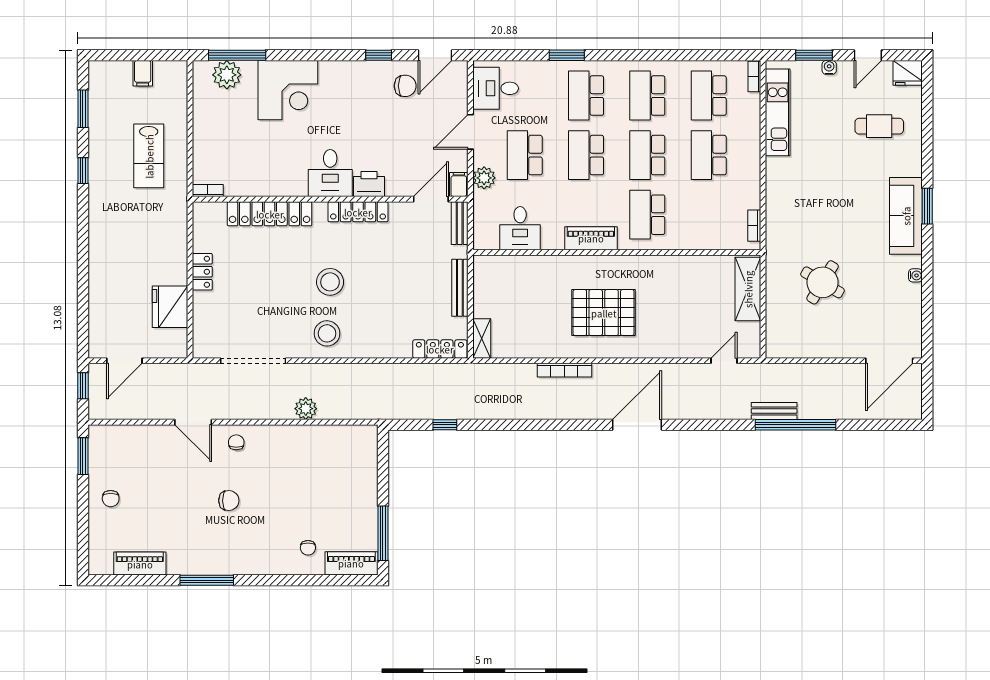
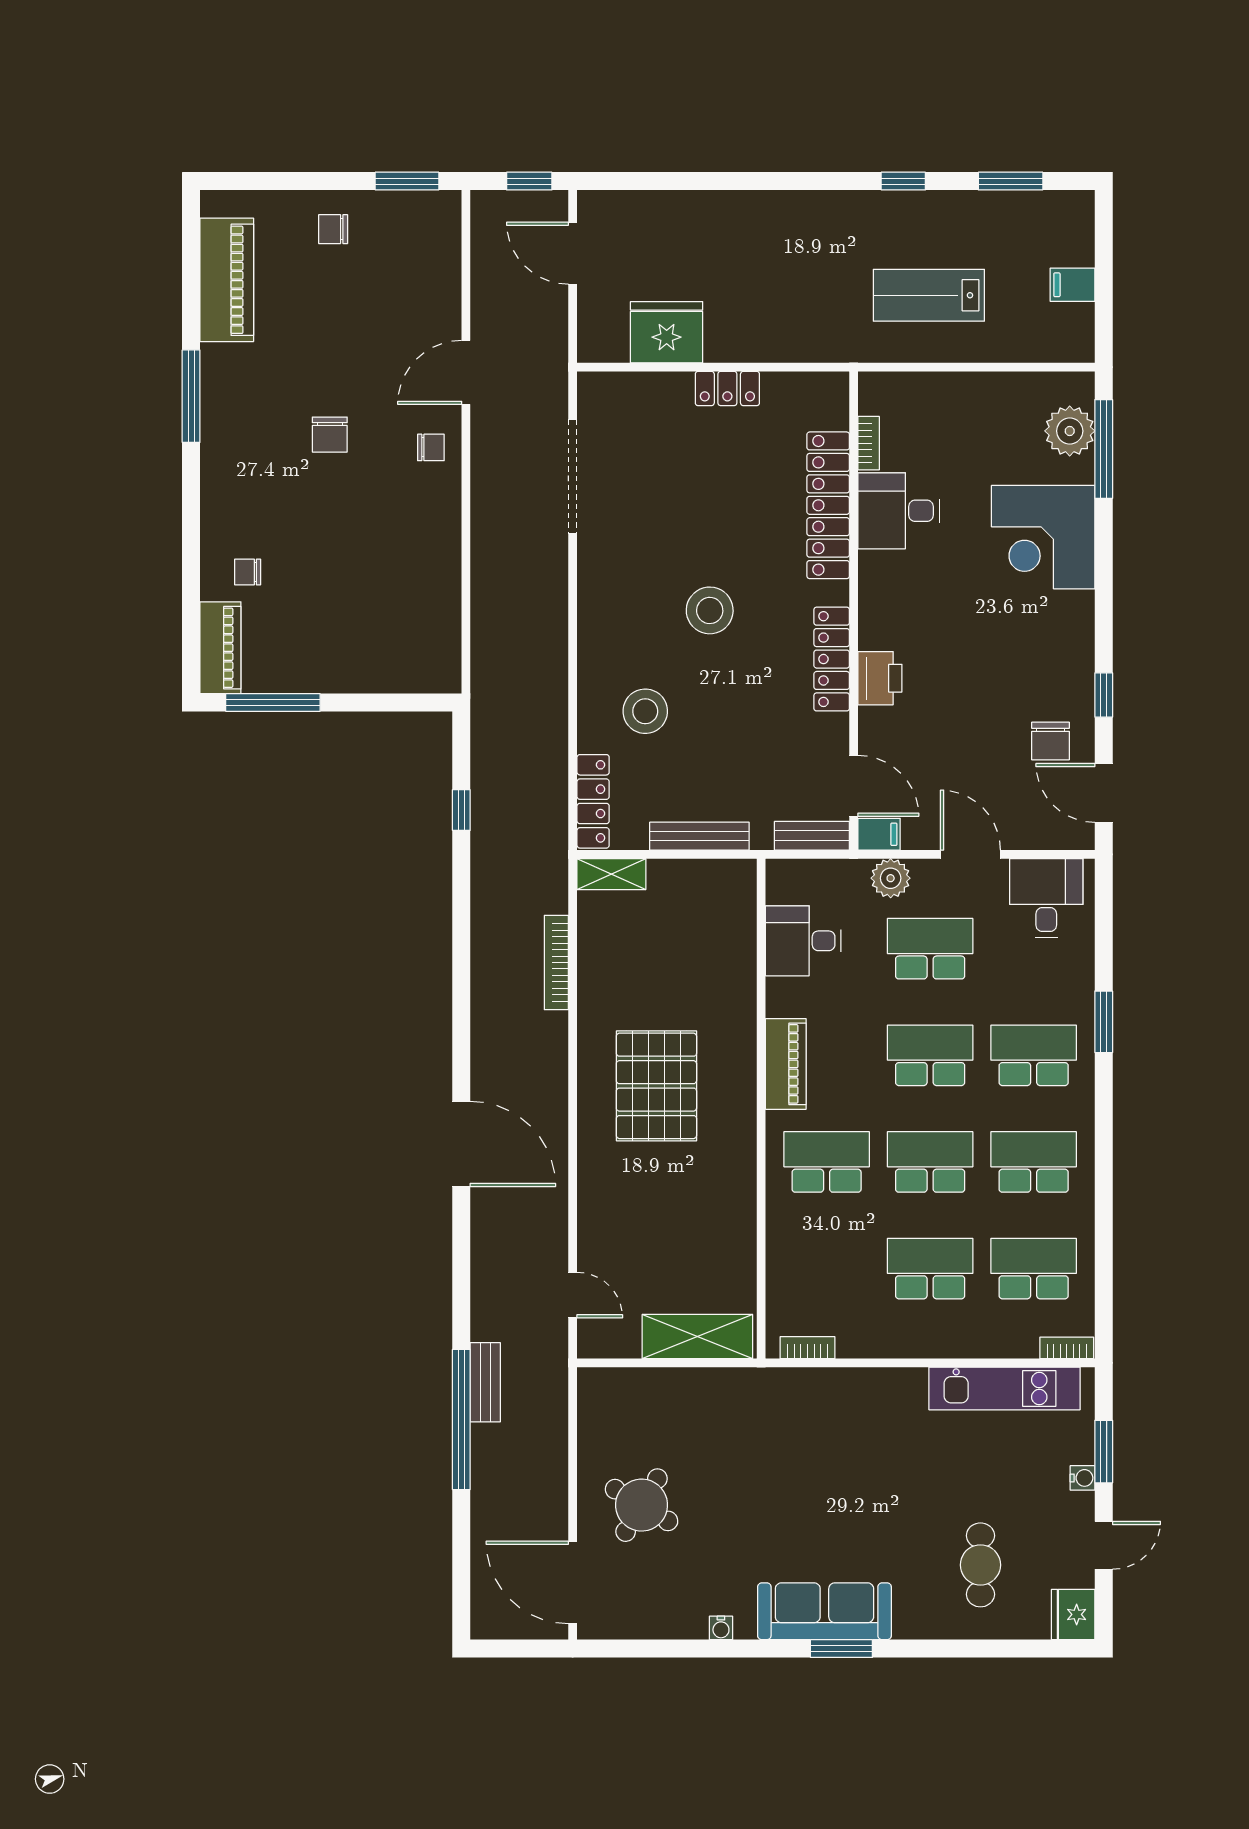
door: (868, 55) -> (1104, 1545), swing flipped
desk: (330, 173) -> (899, 511), moved
bookcase: (208, 190) -> (869, 443), moved
round table: (823, 282) -> (642, 1505), moved
stool: (327, 333) -> (645, 711), moved
bookcase: (564, 370) -> (556, 963), moved
plant: (306, 409) -> (490, 568), removed
piano: (140, 564) -> (227, 280), width x1.37, depth x1.33

